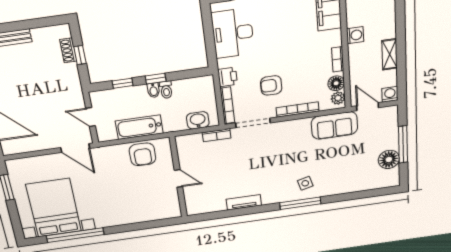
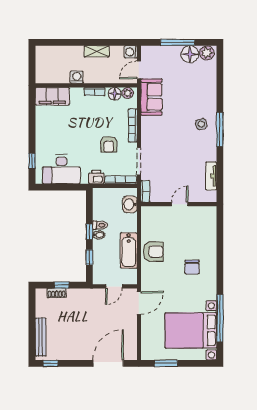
wall: (178, 177) -> (179, 204), moved
plant: (391, 177) -> (207, 53), added
door: (178, 178) -> (180, 204), moved
chair: (131, 198) -> (192, 267), added

